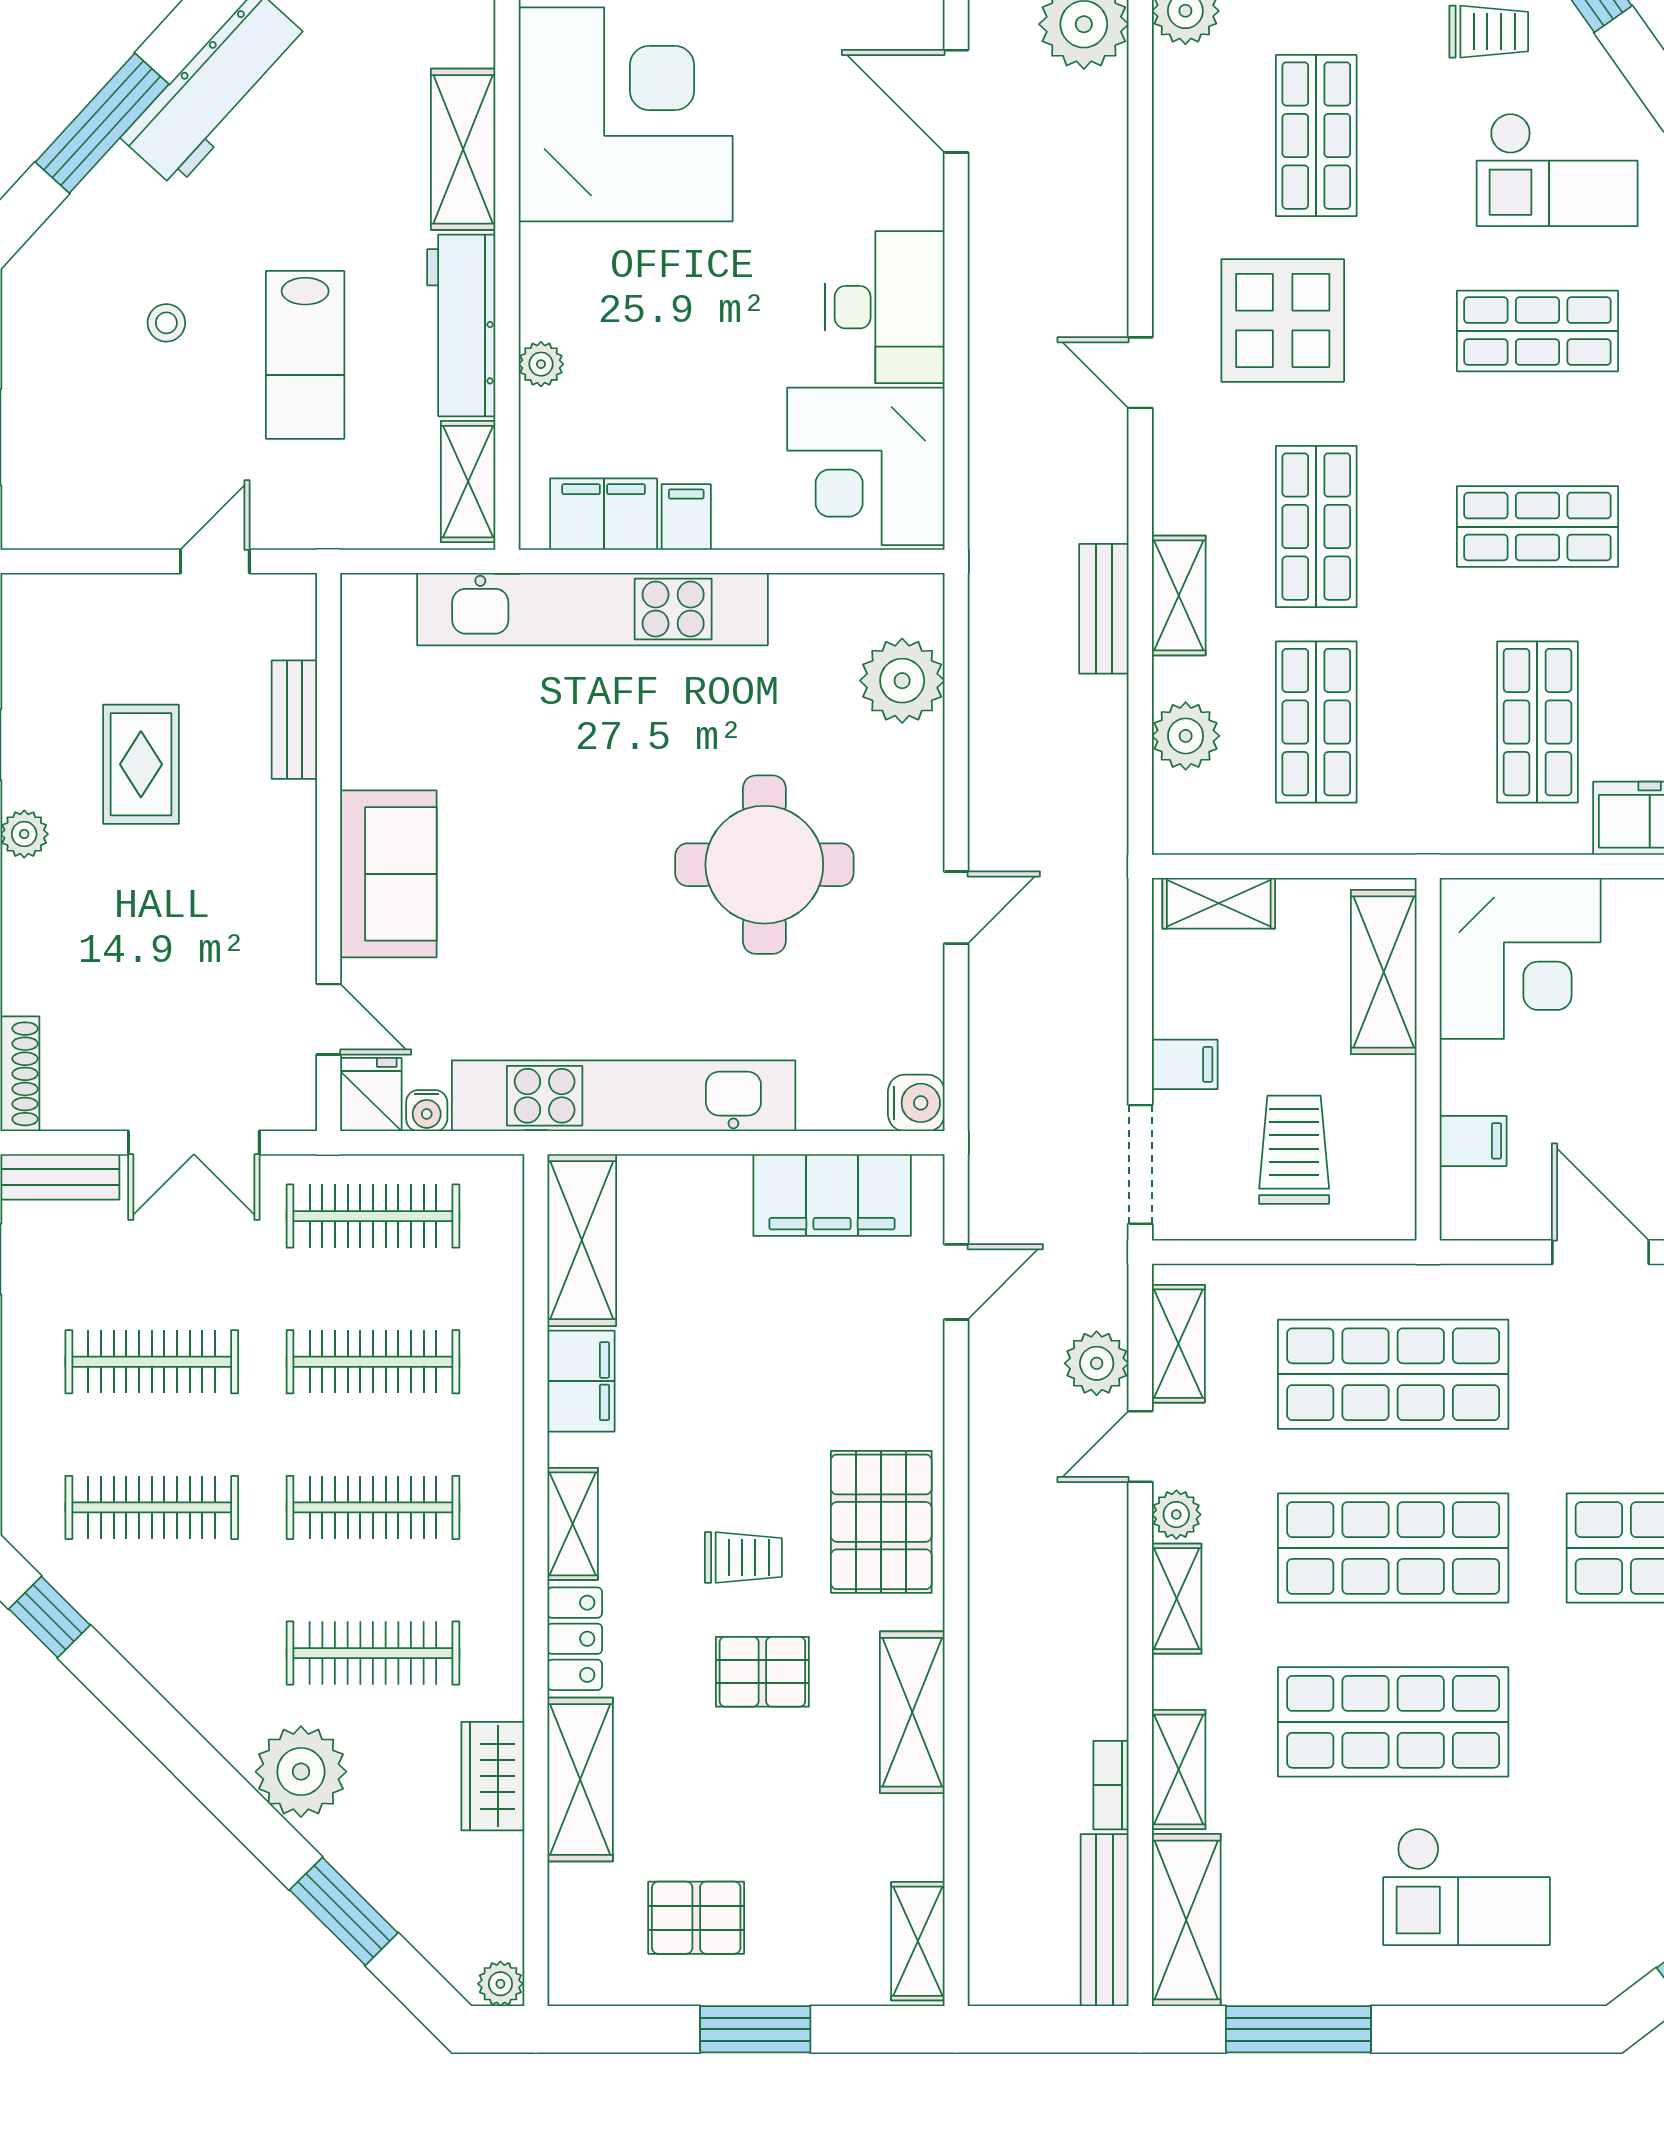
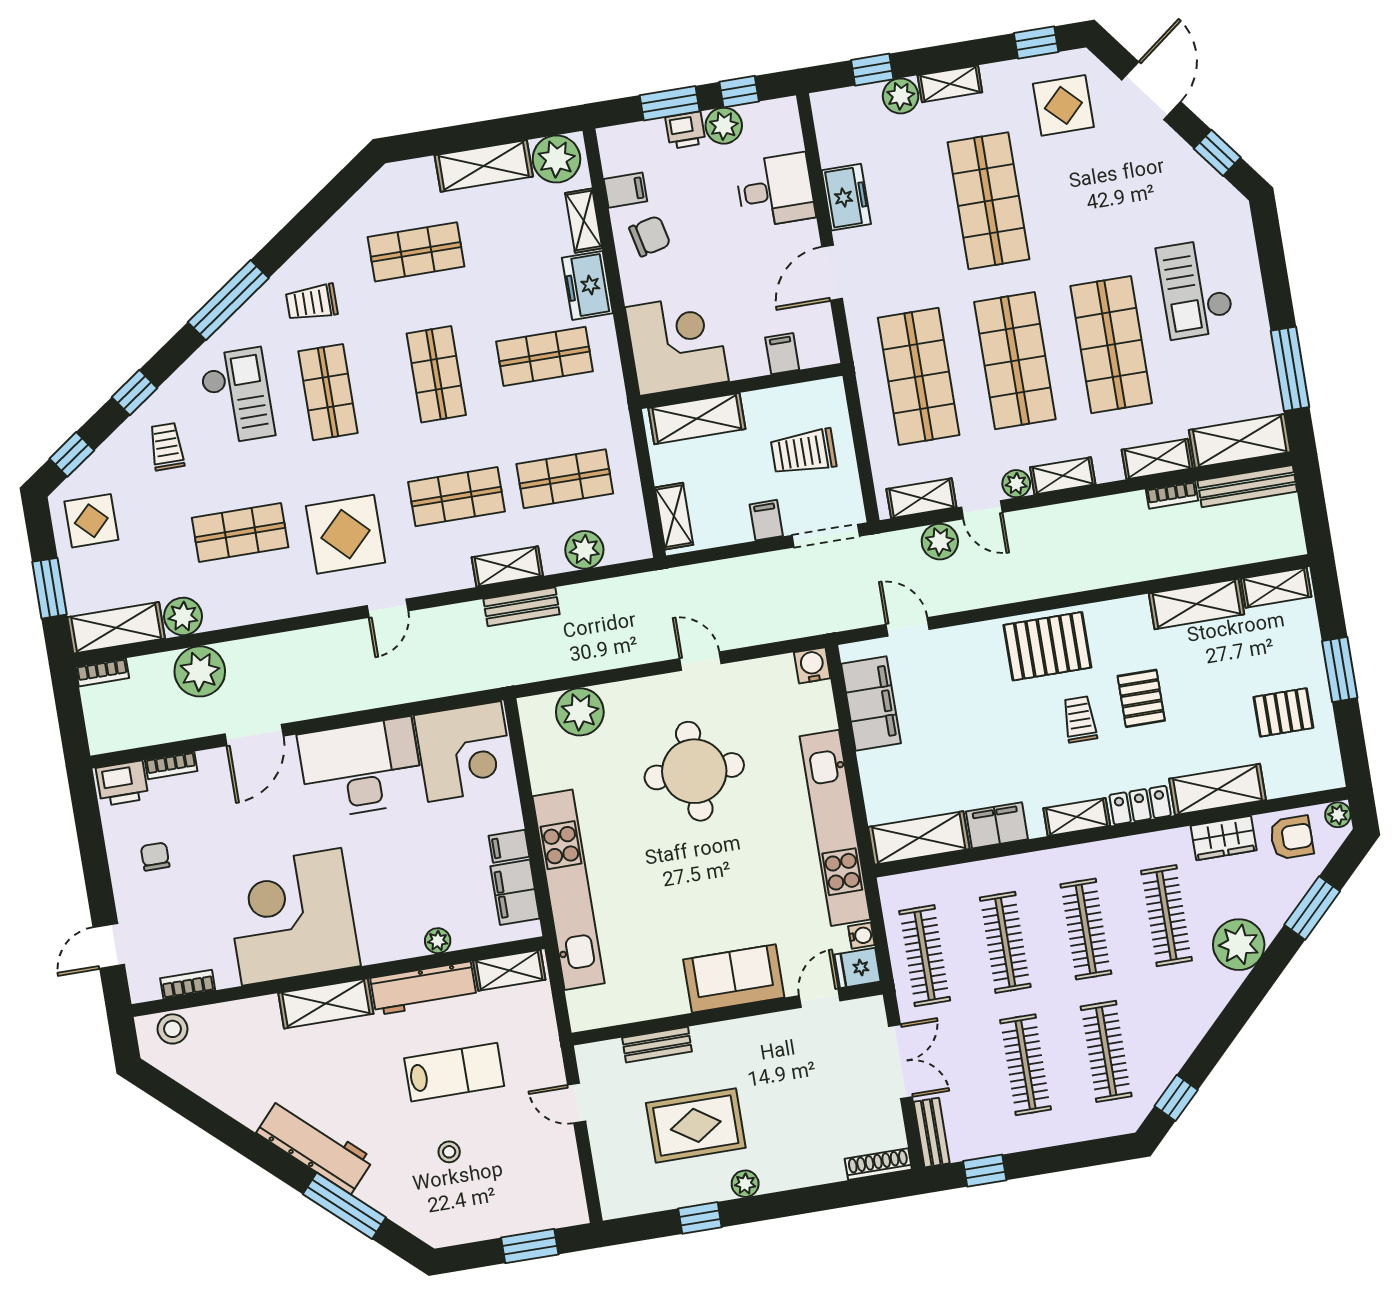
desk: (885, 307) -> (361, 768), width x1.36, depth x1.30
rug: (141, 764) -> (696, 1125), width x1.36, depth x1.43
shelving: (912, 1712) -> (1196, 604), moved
checkout: (1467, 1887) -> (1196, 289), turned 180
armchair: (474, 1896) -> (1292, 838), added
pallet: (696, 1918) -> (1283, 712), turned 90

